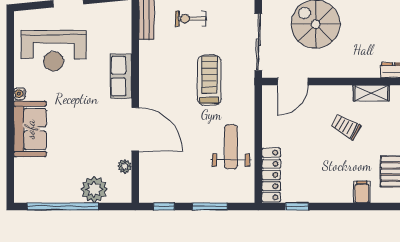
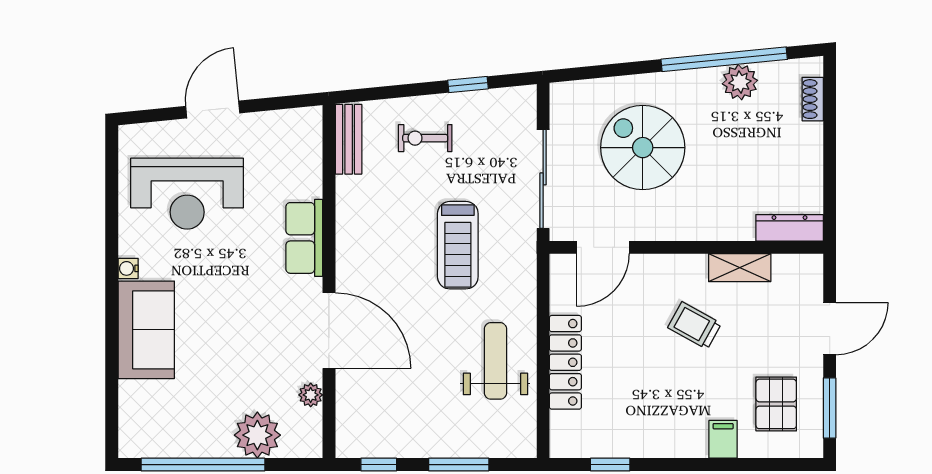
treadmill: (209, 80) -> (458, 245), turned 180
locker: (271, 175) -> (565, 362), moved

